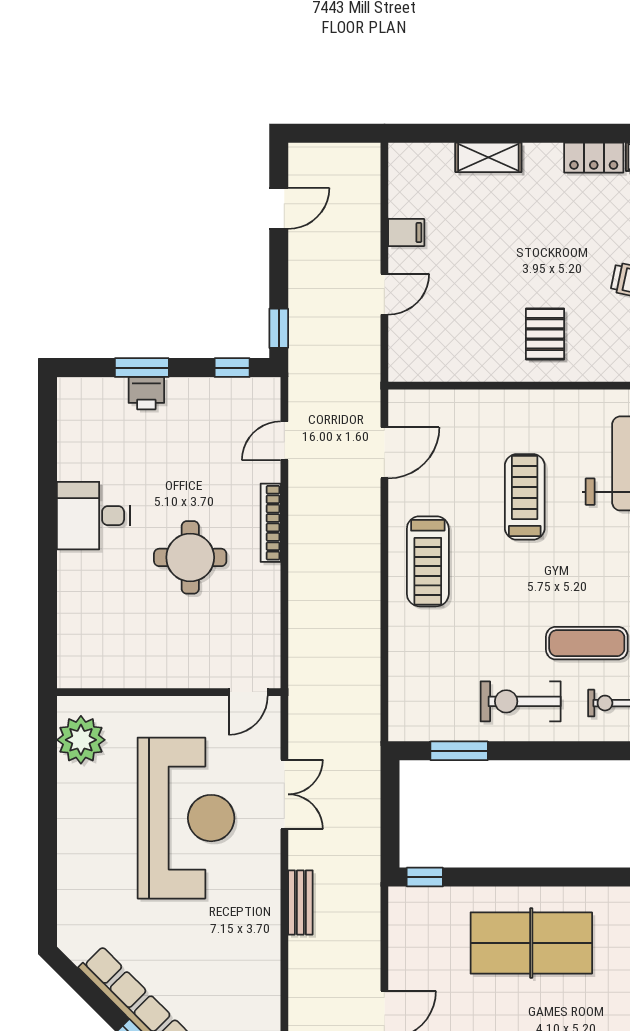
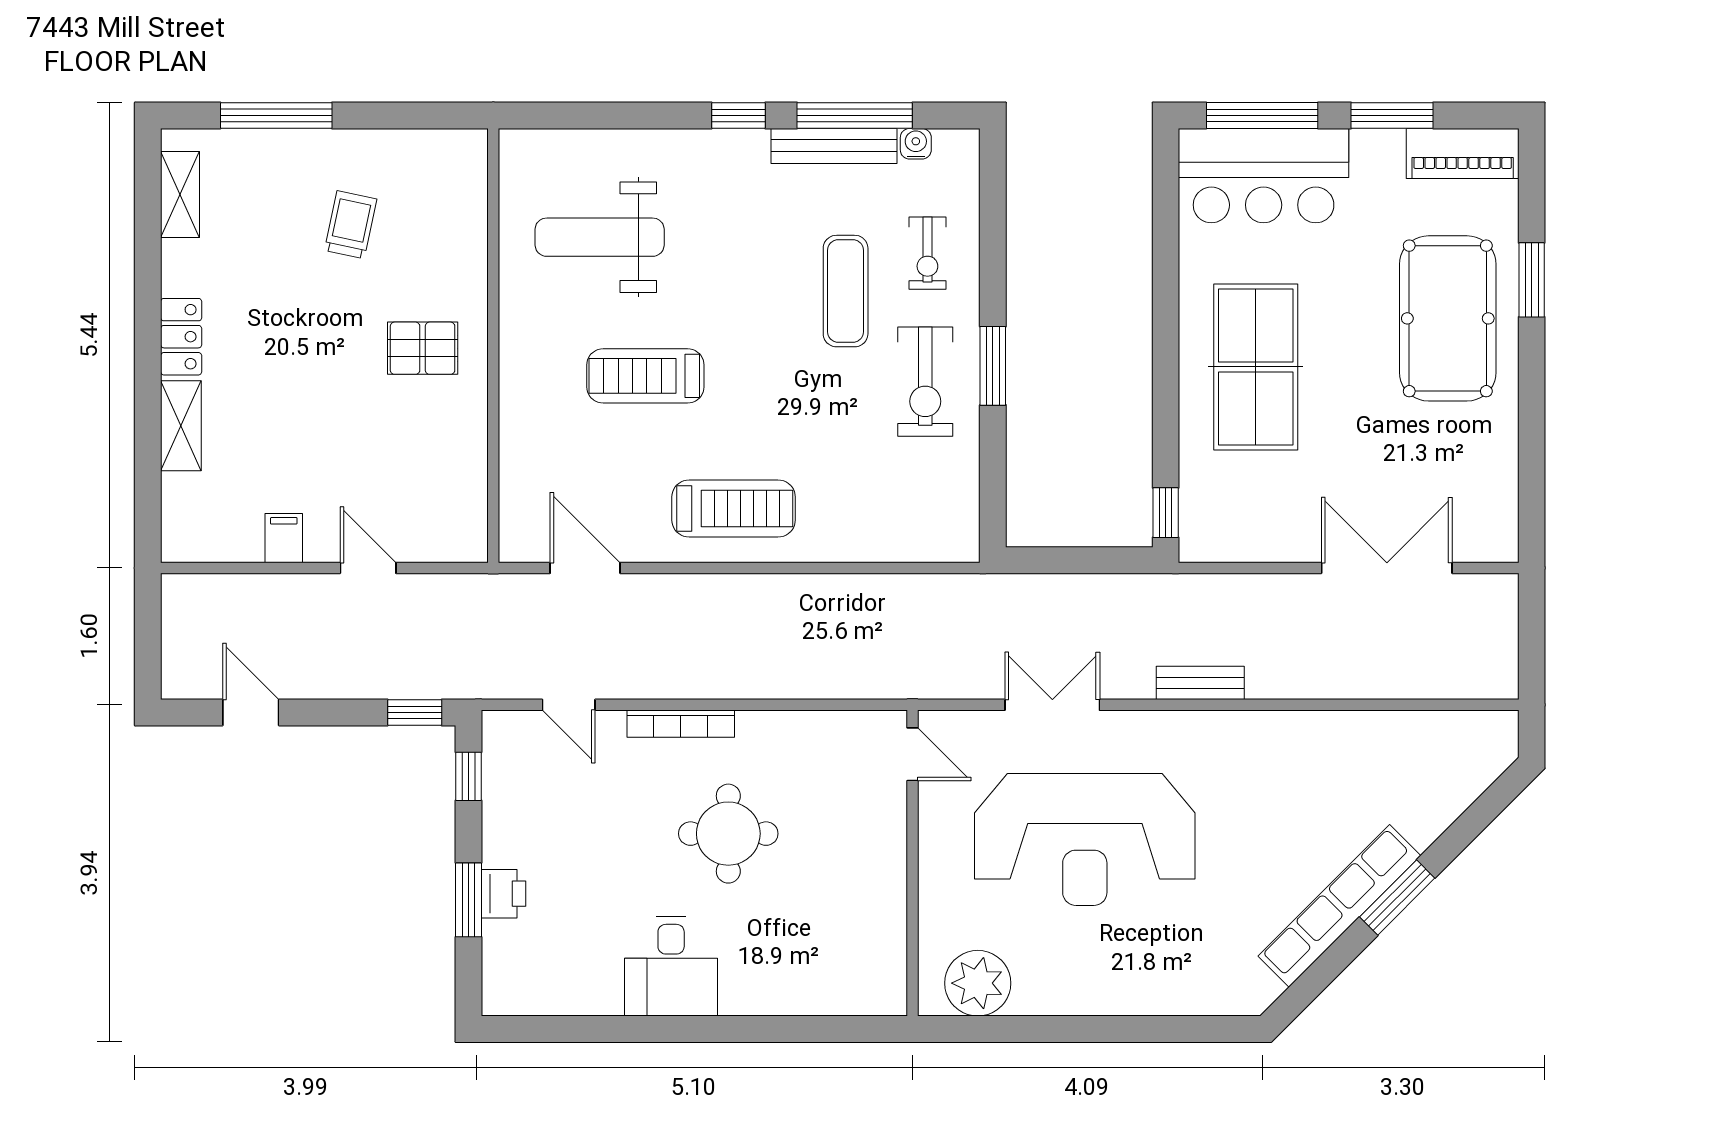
locker: (594, 158) -> (181, 337), moved
window: (459, 751) -> (993, 366), moved
reception desk: (186, 818) -> (1085, 839), turned 180

